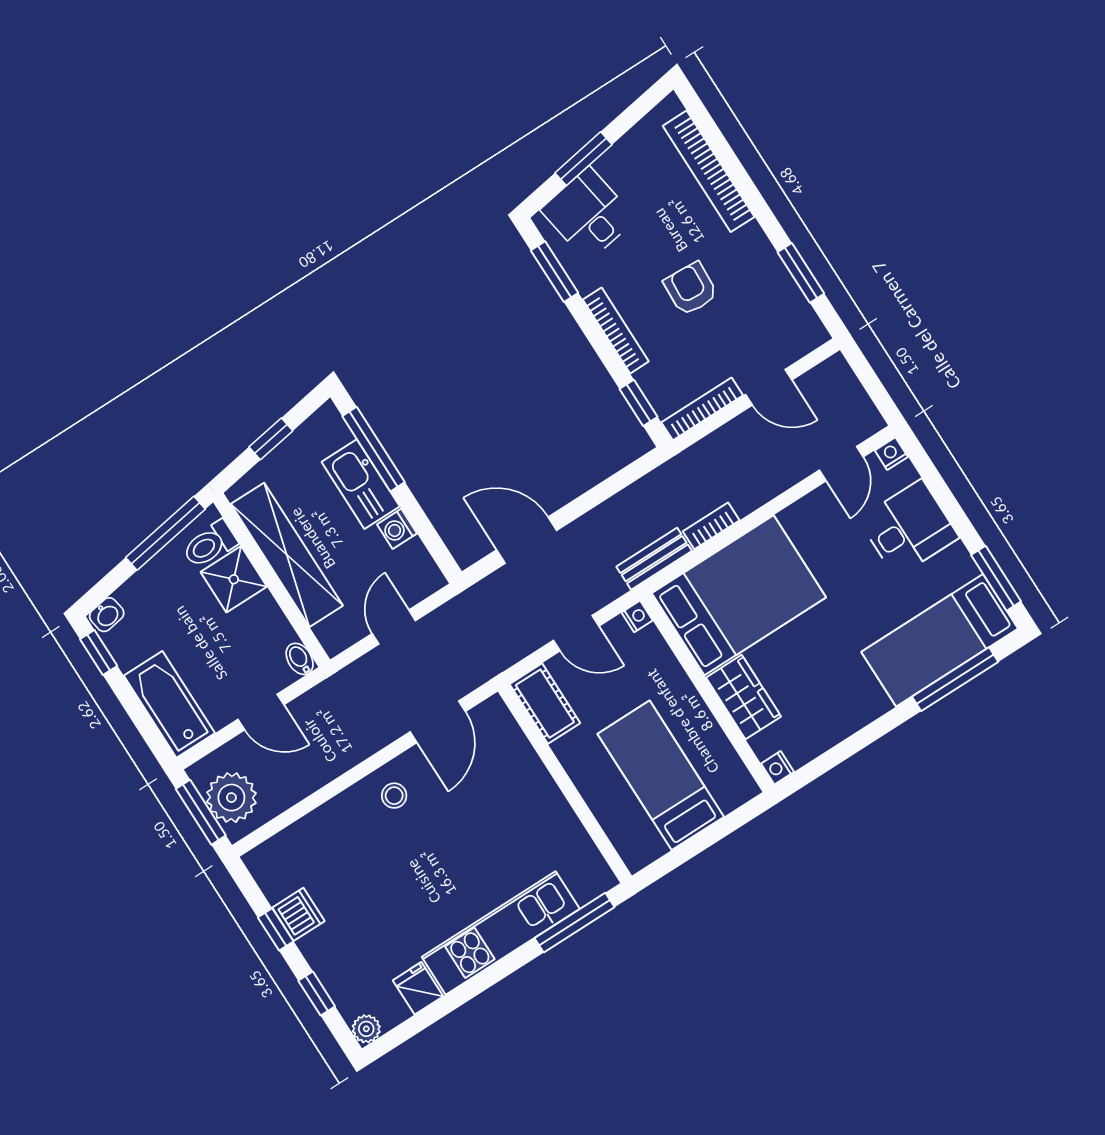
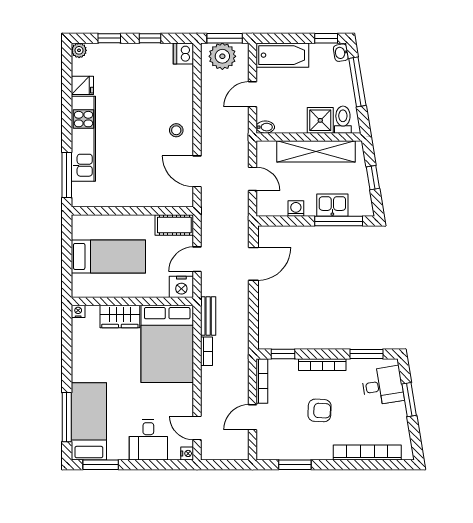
kitchen sink: (361, 484) -> (332, 205), width x0.73
window: (165, 533) -> (357, 82), moved
nightstand: (637, 616) -> (181, 287), width x1.89, depth x1.79
dishwasher: (298, 914) -> (183, 53), moved, turned 90

